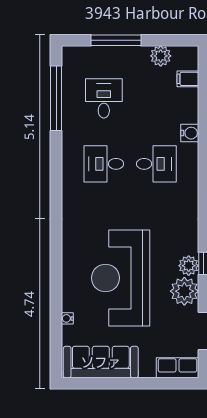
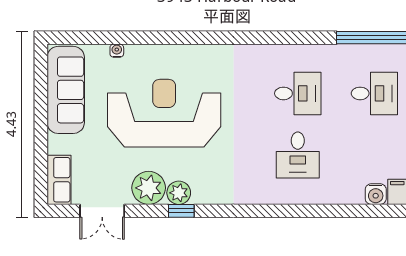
water cooler: (190, 133) -> (376, 194), moved
desk: (104, 164) -> (298, 93), turned 90

